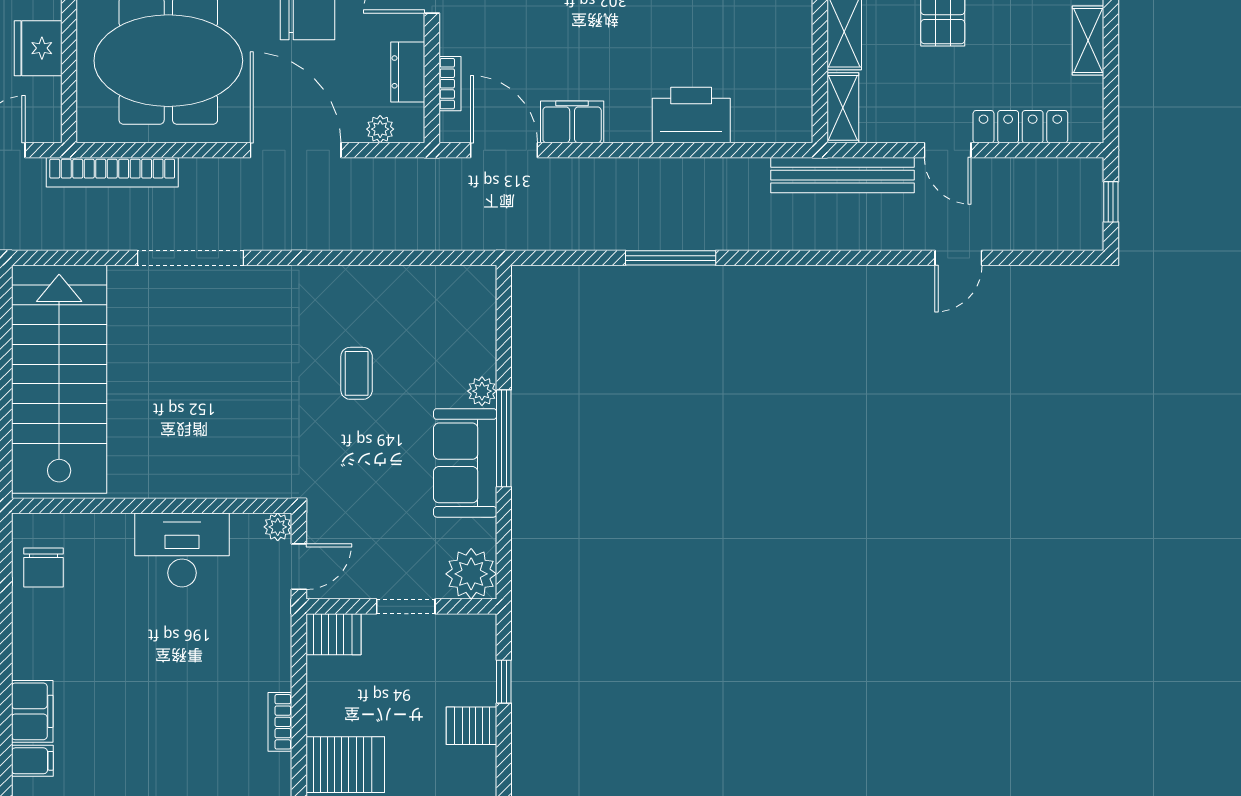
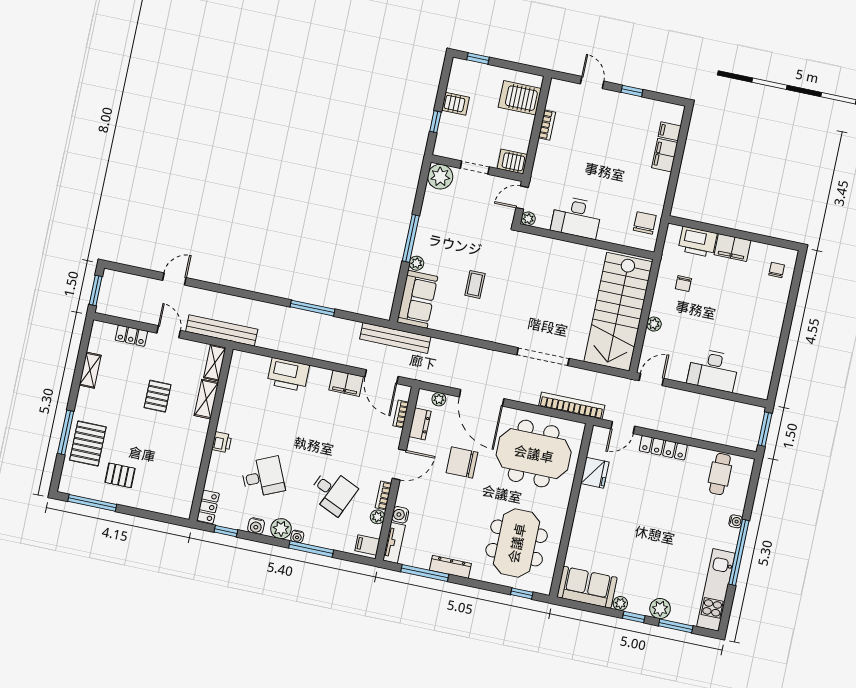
locker: (1020, 127) -> (131, 336), width x0.66
window: (1111, 202) -> (96, 290), width x1.50
bench: (493, 233) -> (395, 338), added
sofa: (465, 463) -> (417, 299), moved

